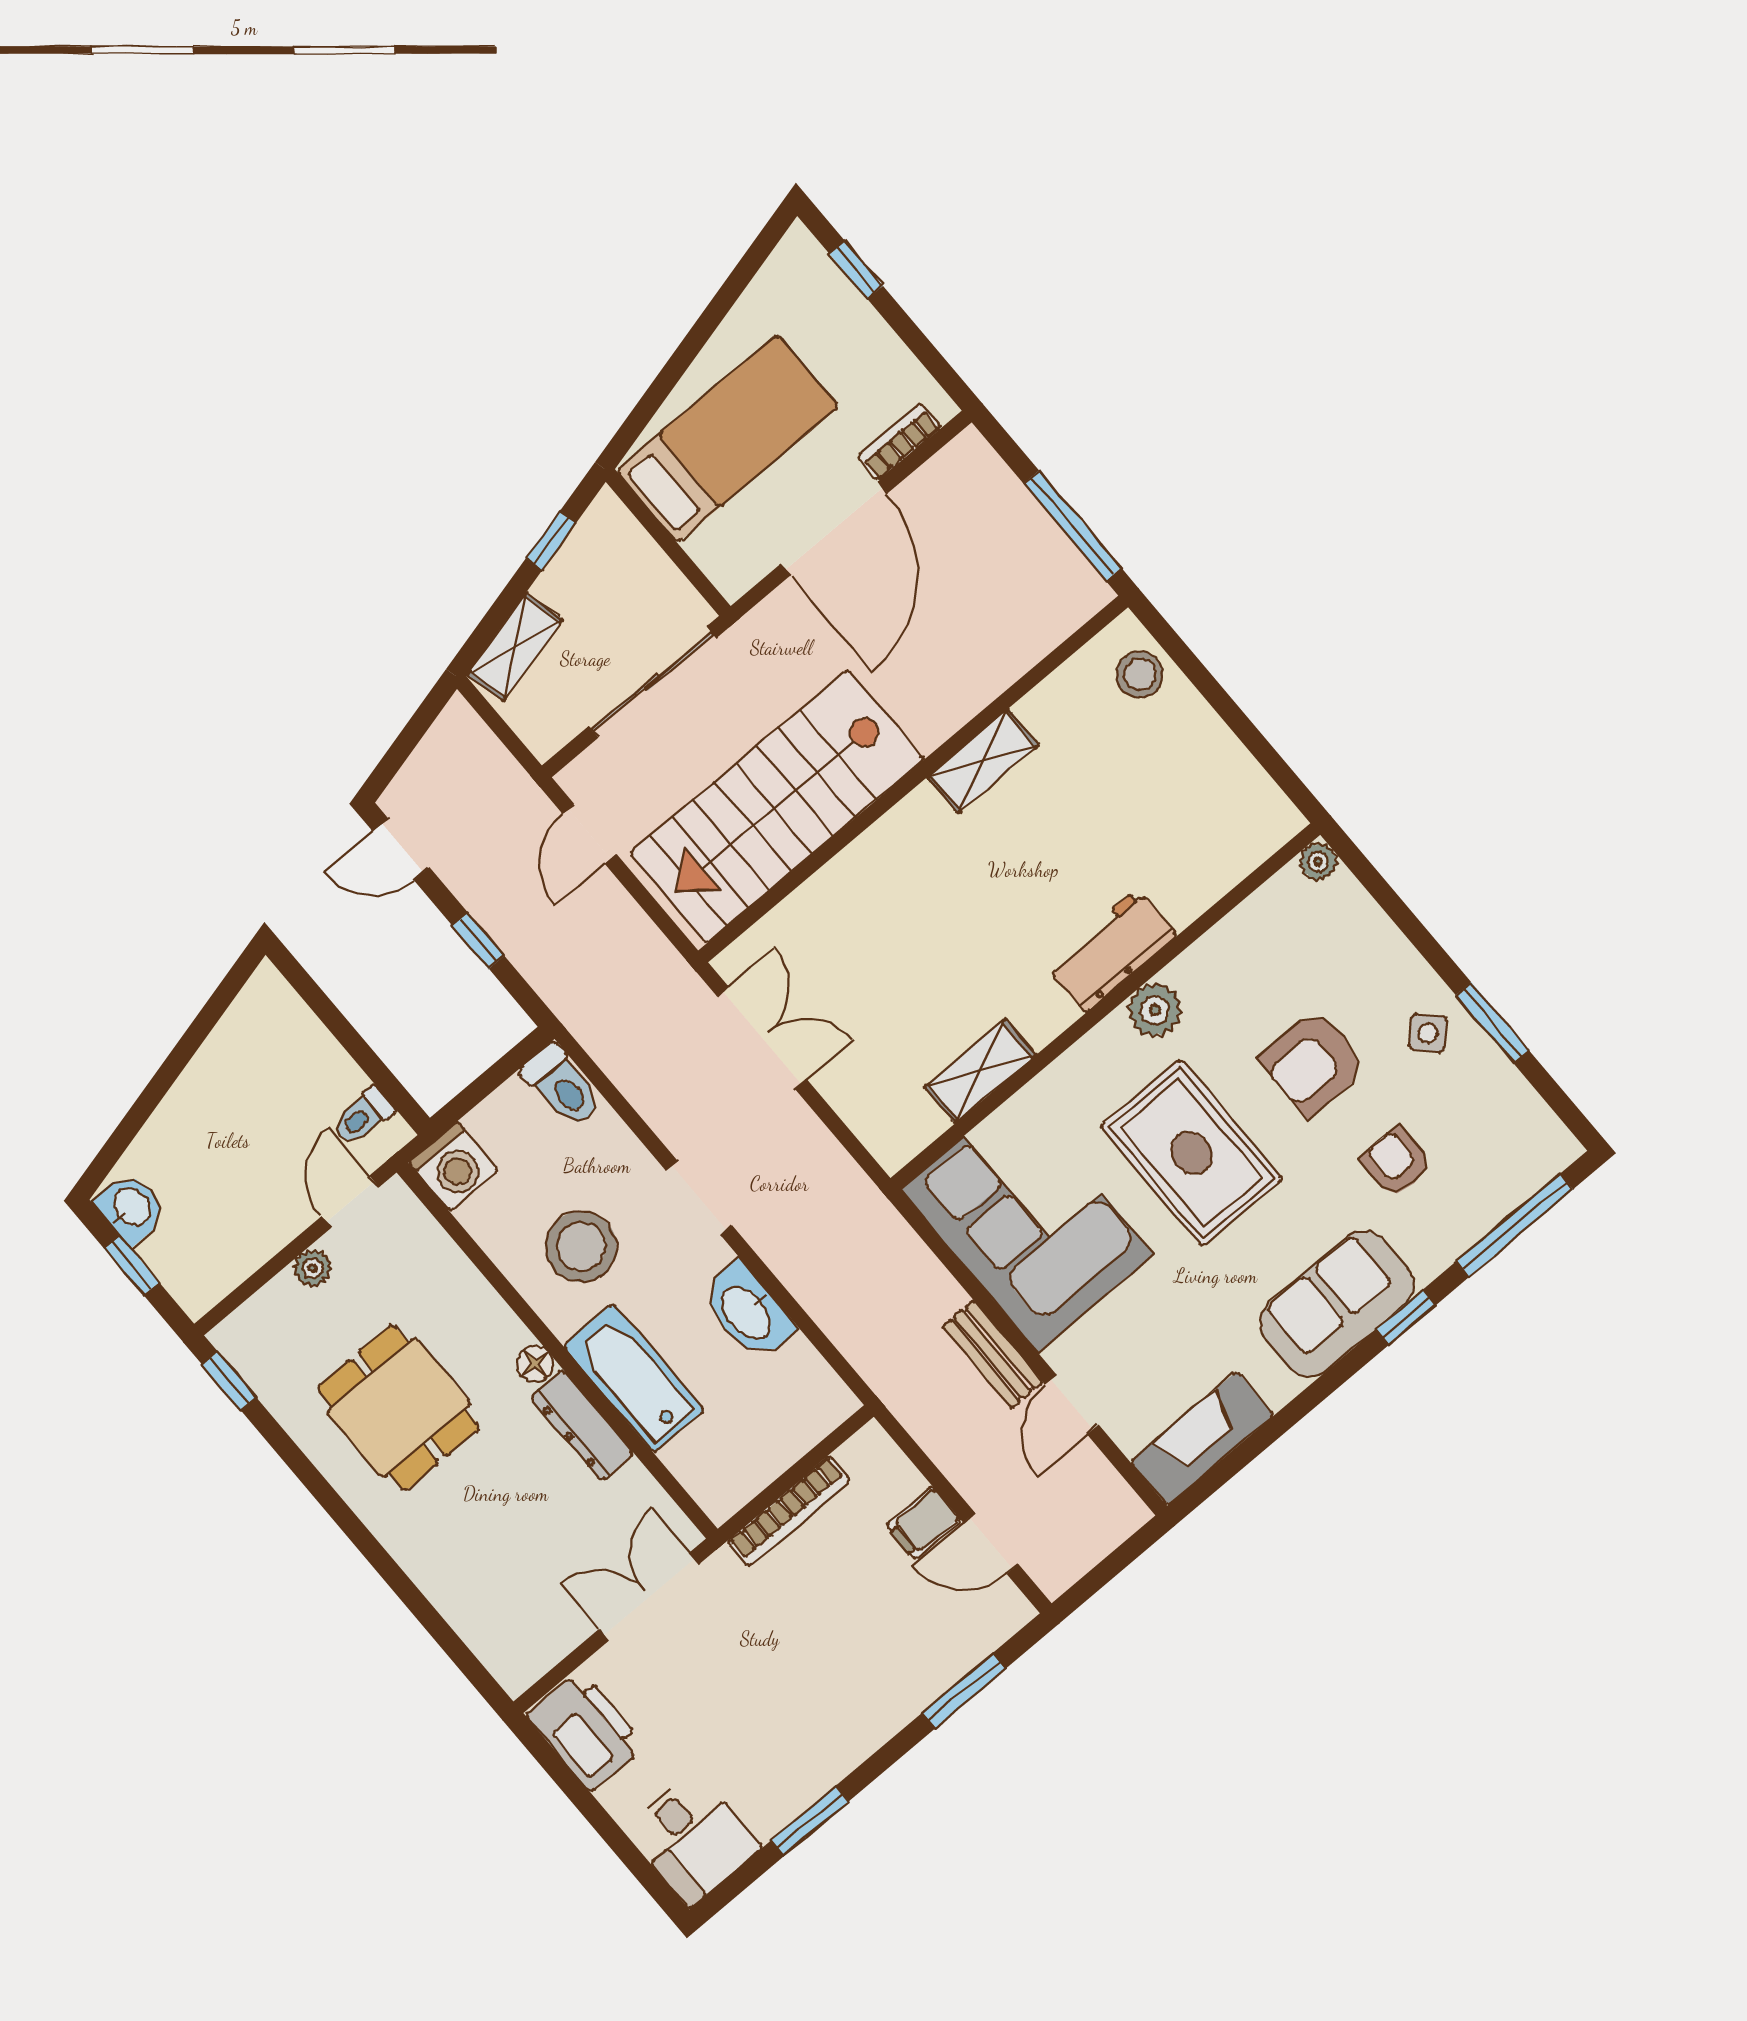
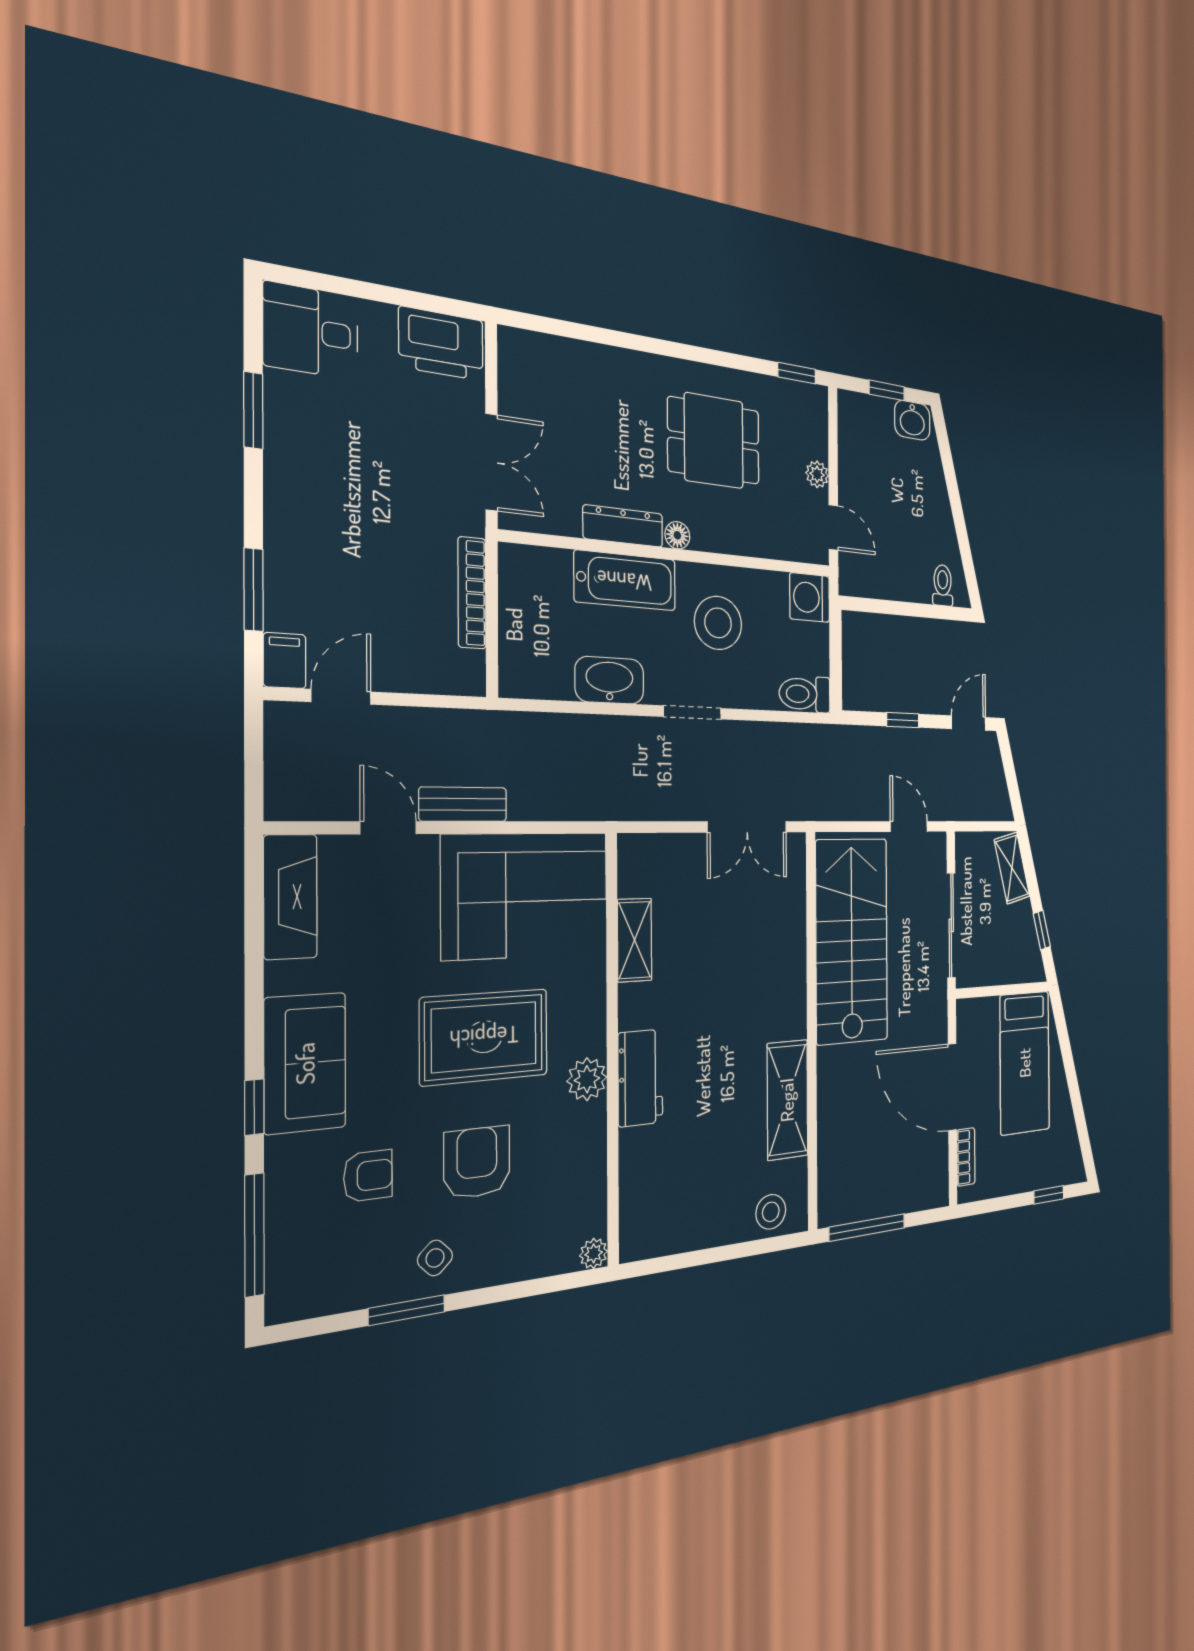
shelving: (983, 761) -> (787, 1100), width x1.50, depth x1.33
toilet: (363, 1116) -> (943, 585), moved
filing cabinet: (923, 1523) -> (285, 661), moved

